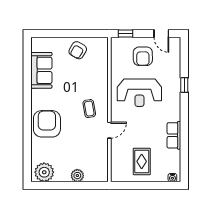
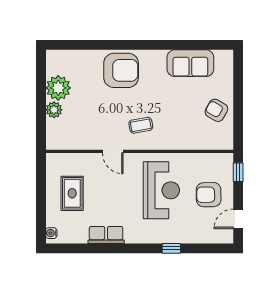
reception desk: (139, 93) -> (161, 190), turned 180
rug: (142, 161) -> (72, 193), turned 90
plant: (44, 172) -> (58, 88), moved

